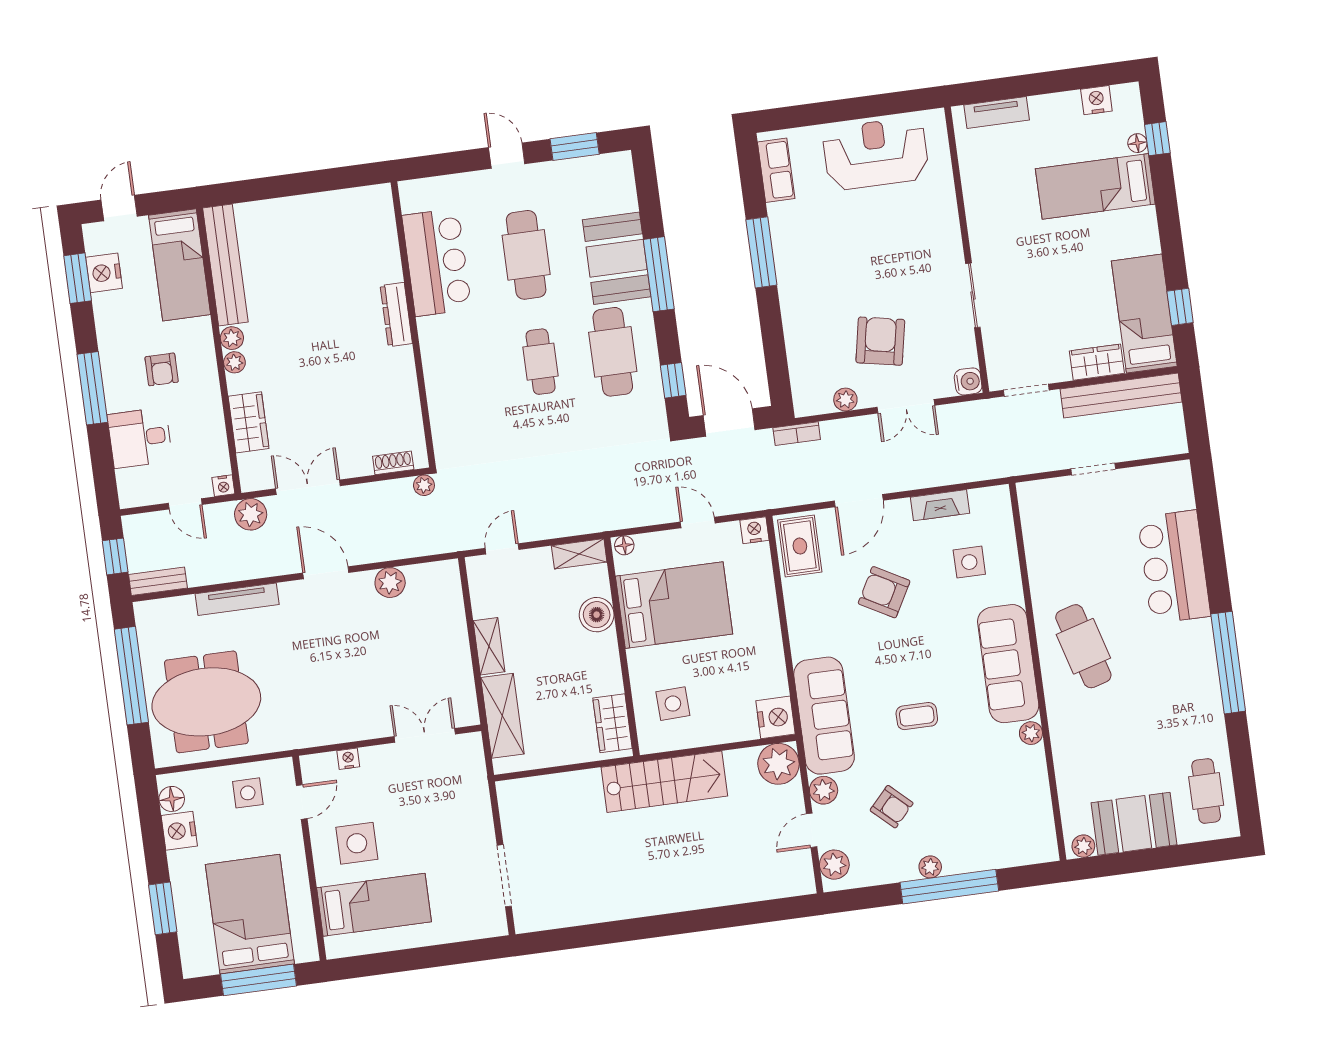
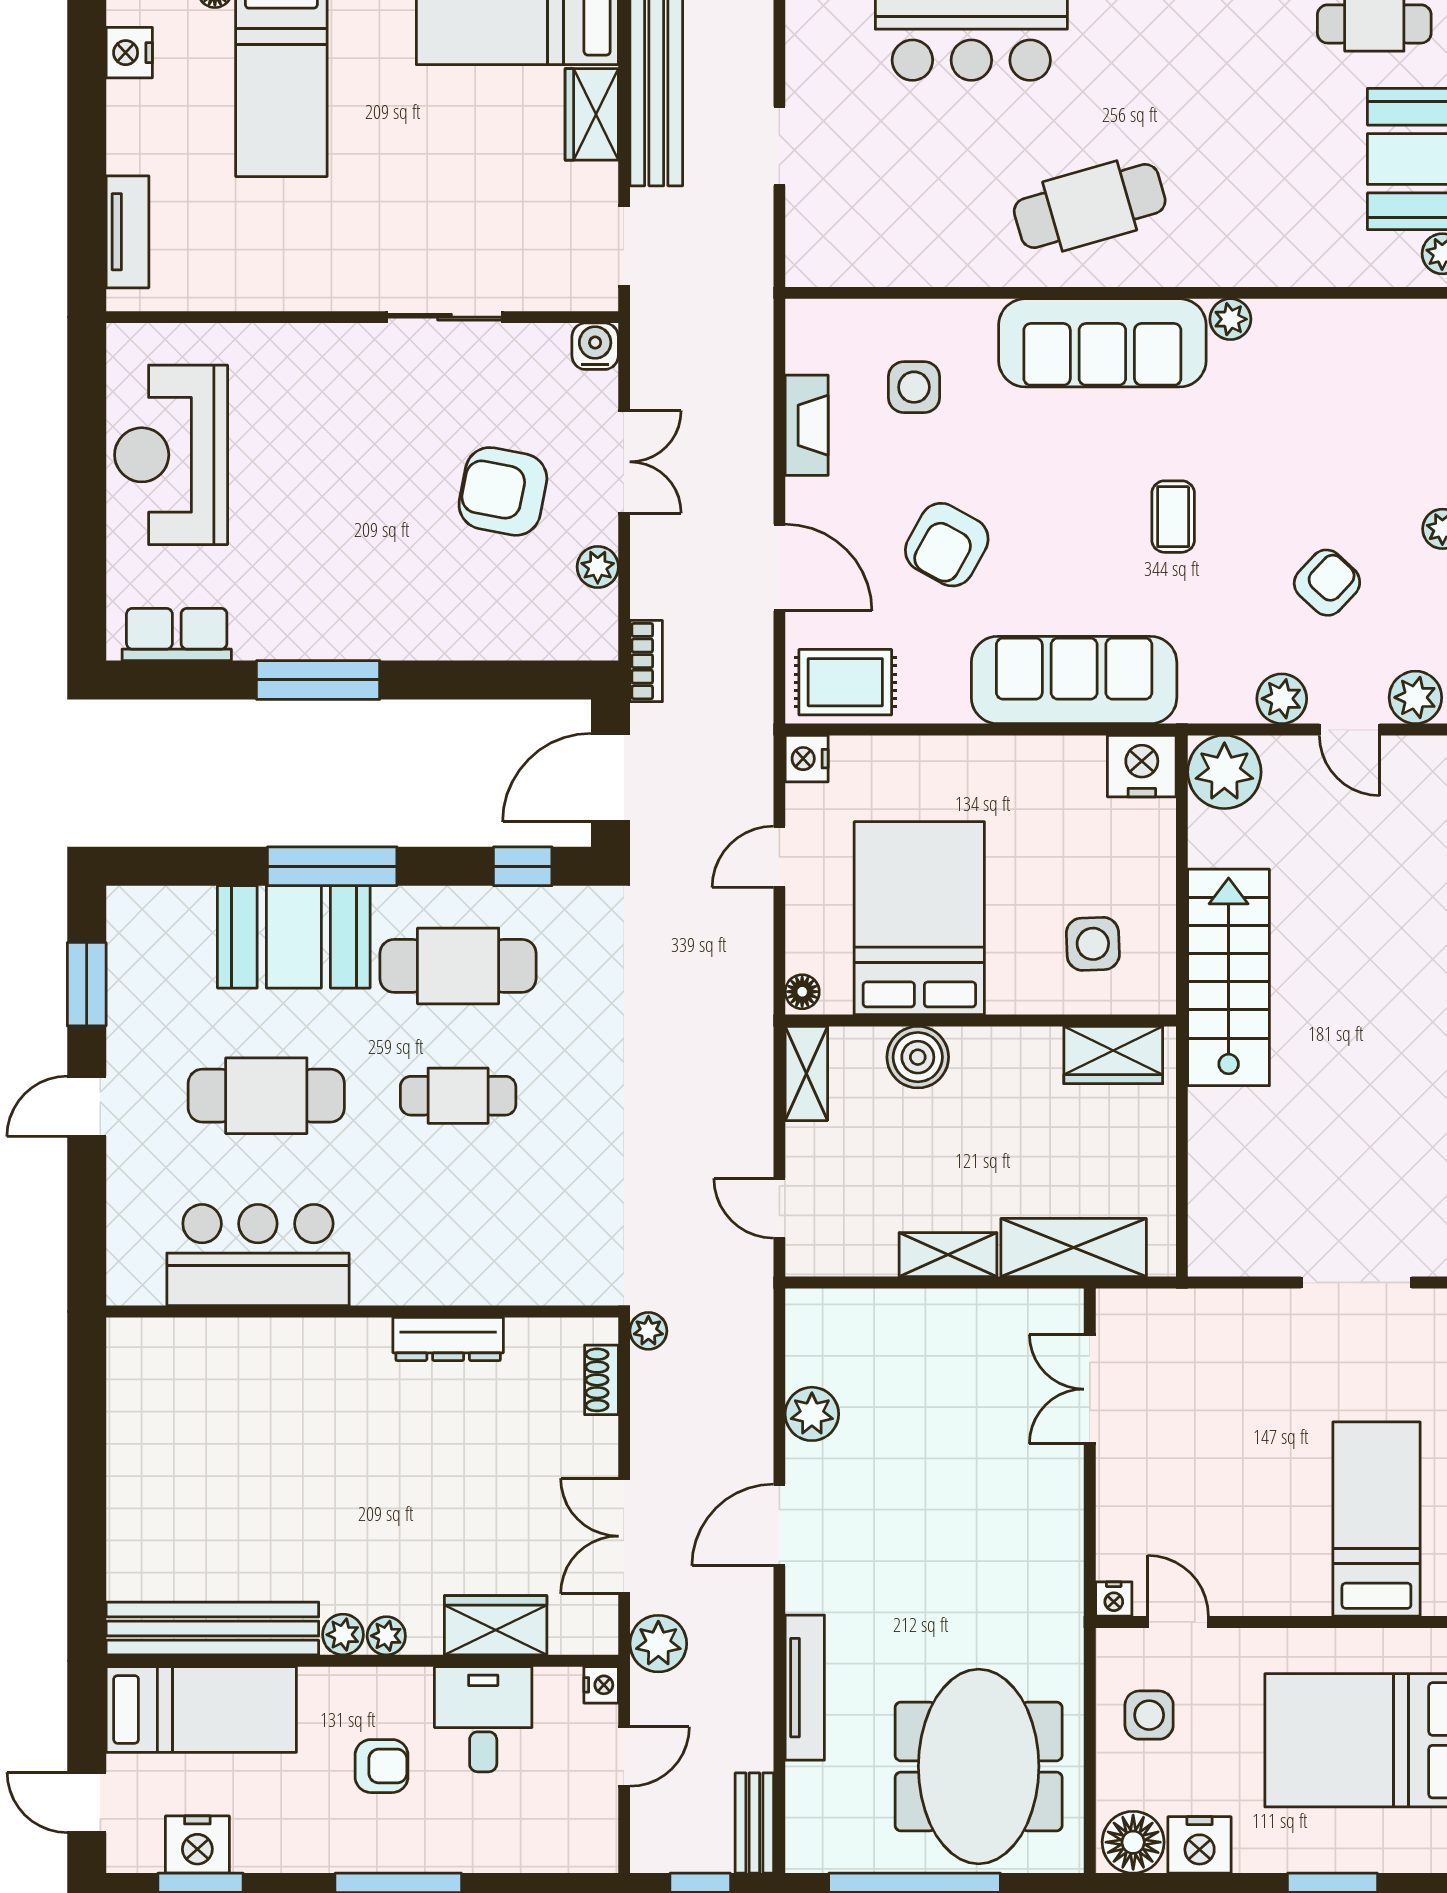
dresser: (396, 315) -> (448, 1339), moved
desk: (140, 438) -> (483, 1719), moved, turned 180
sofa: (824, 716) -> (1074, 680), moved
nightstand: (348, 759) -> (1114, 1599), moved, turned -90
floor lamp: (172, 799) -> (1133, 1842), width x1.38, depth x1.38
side table: (357, 843) -> (1264, 1535), removed

